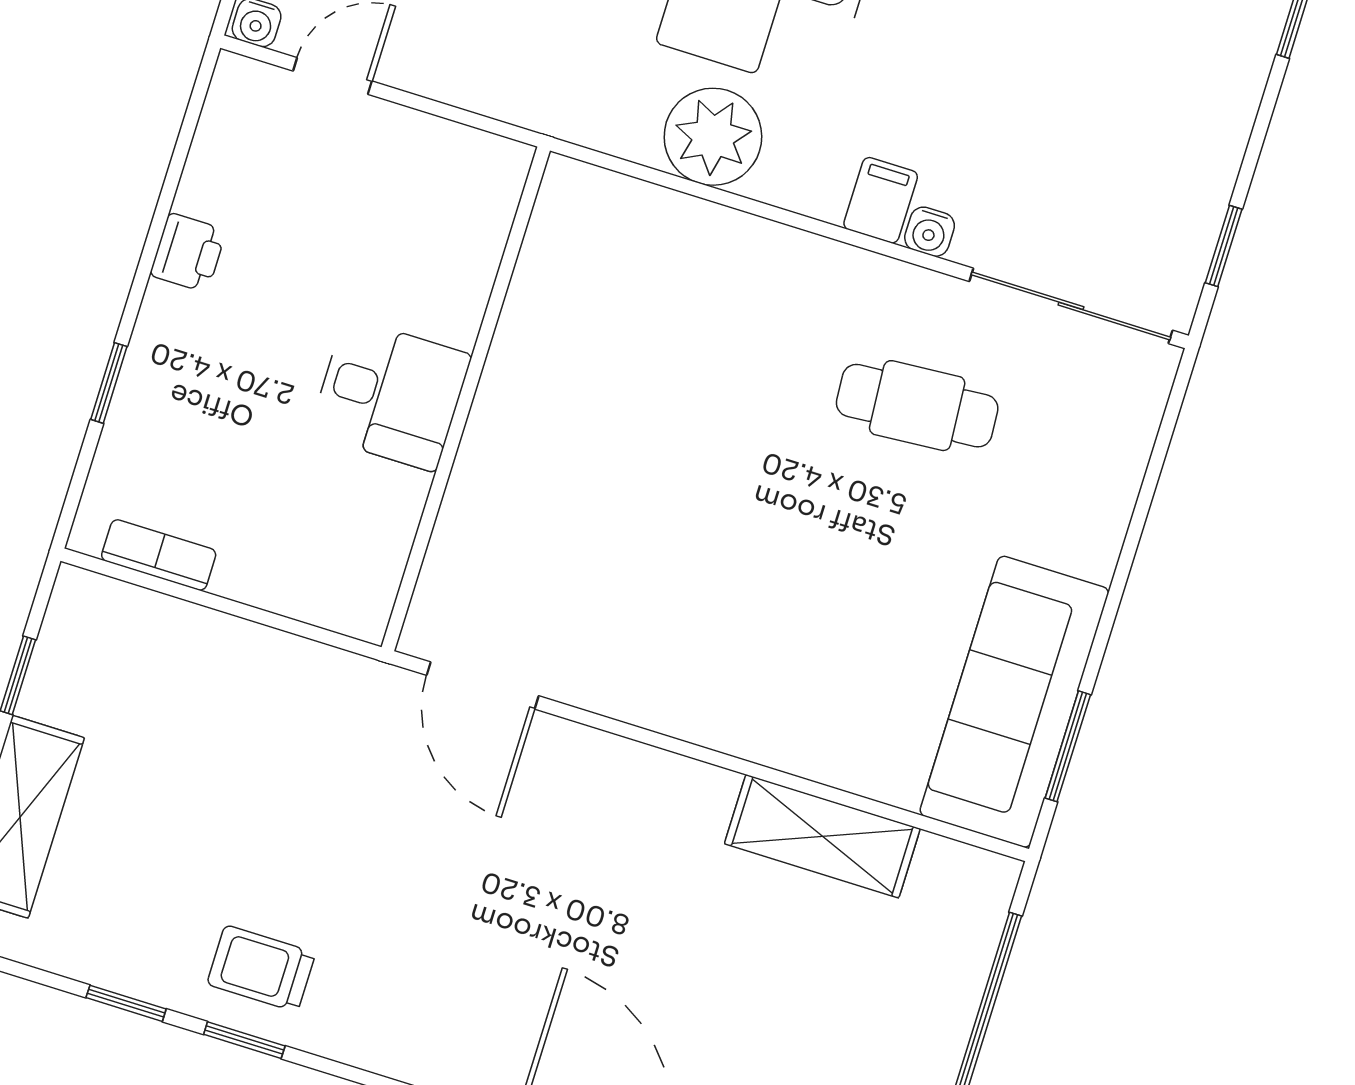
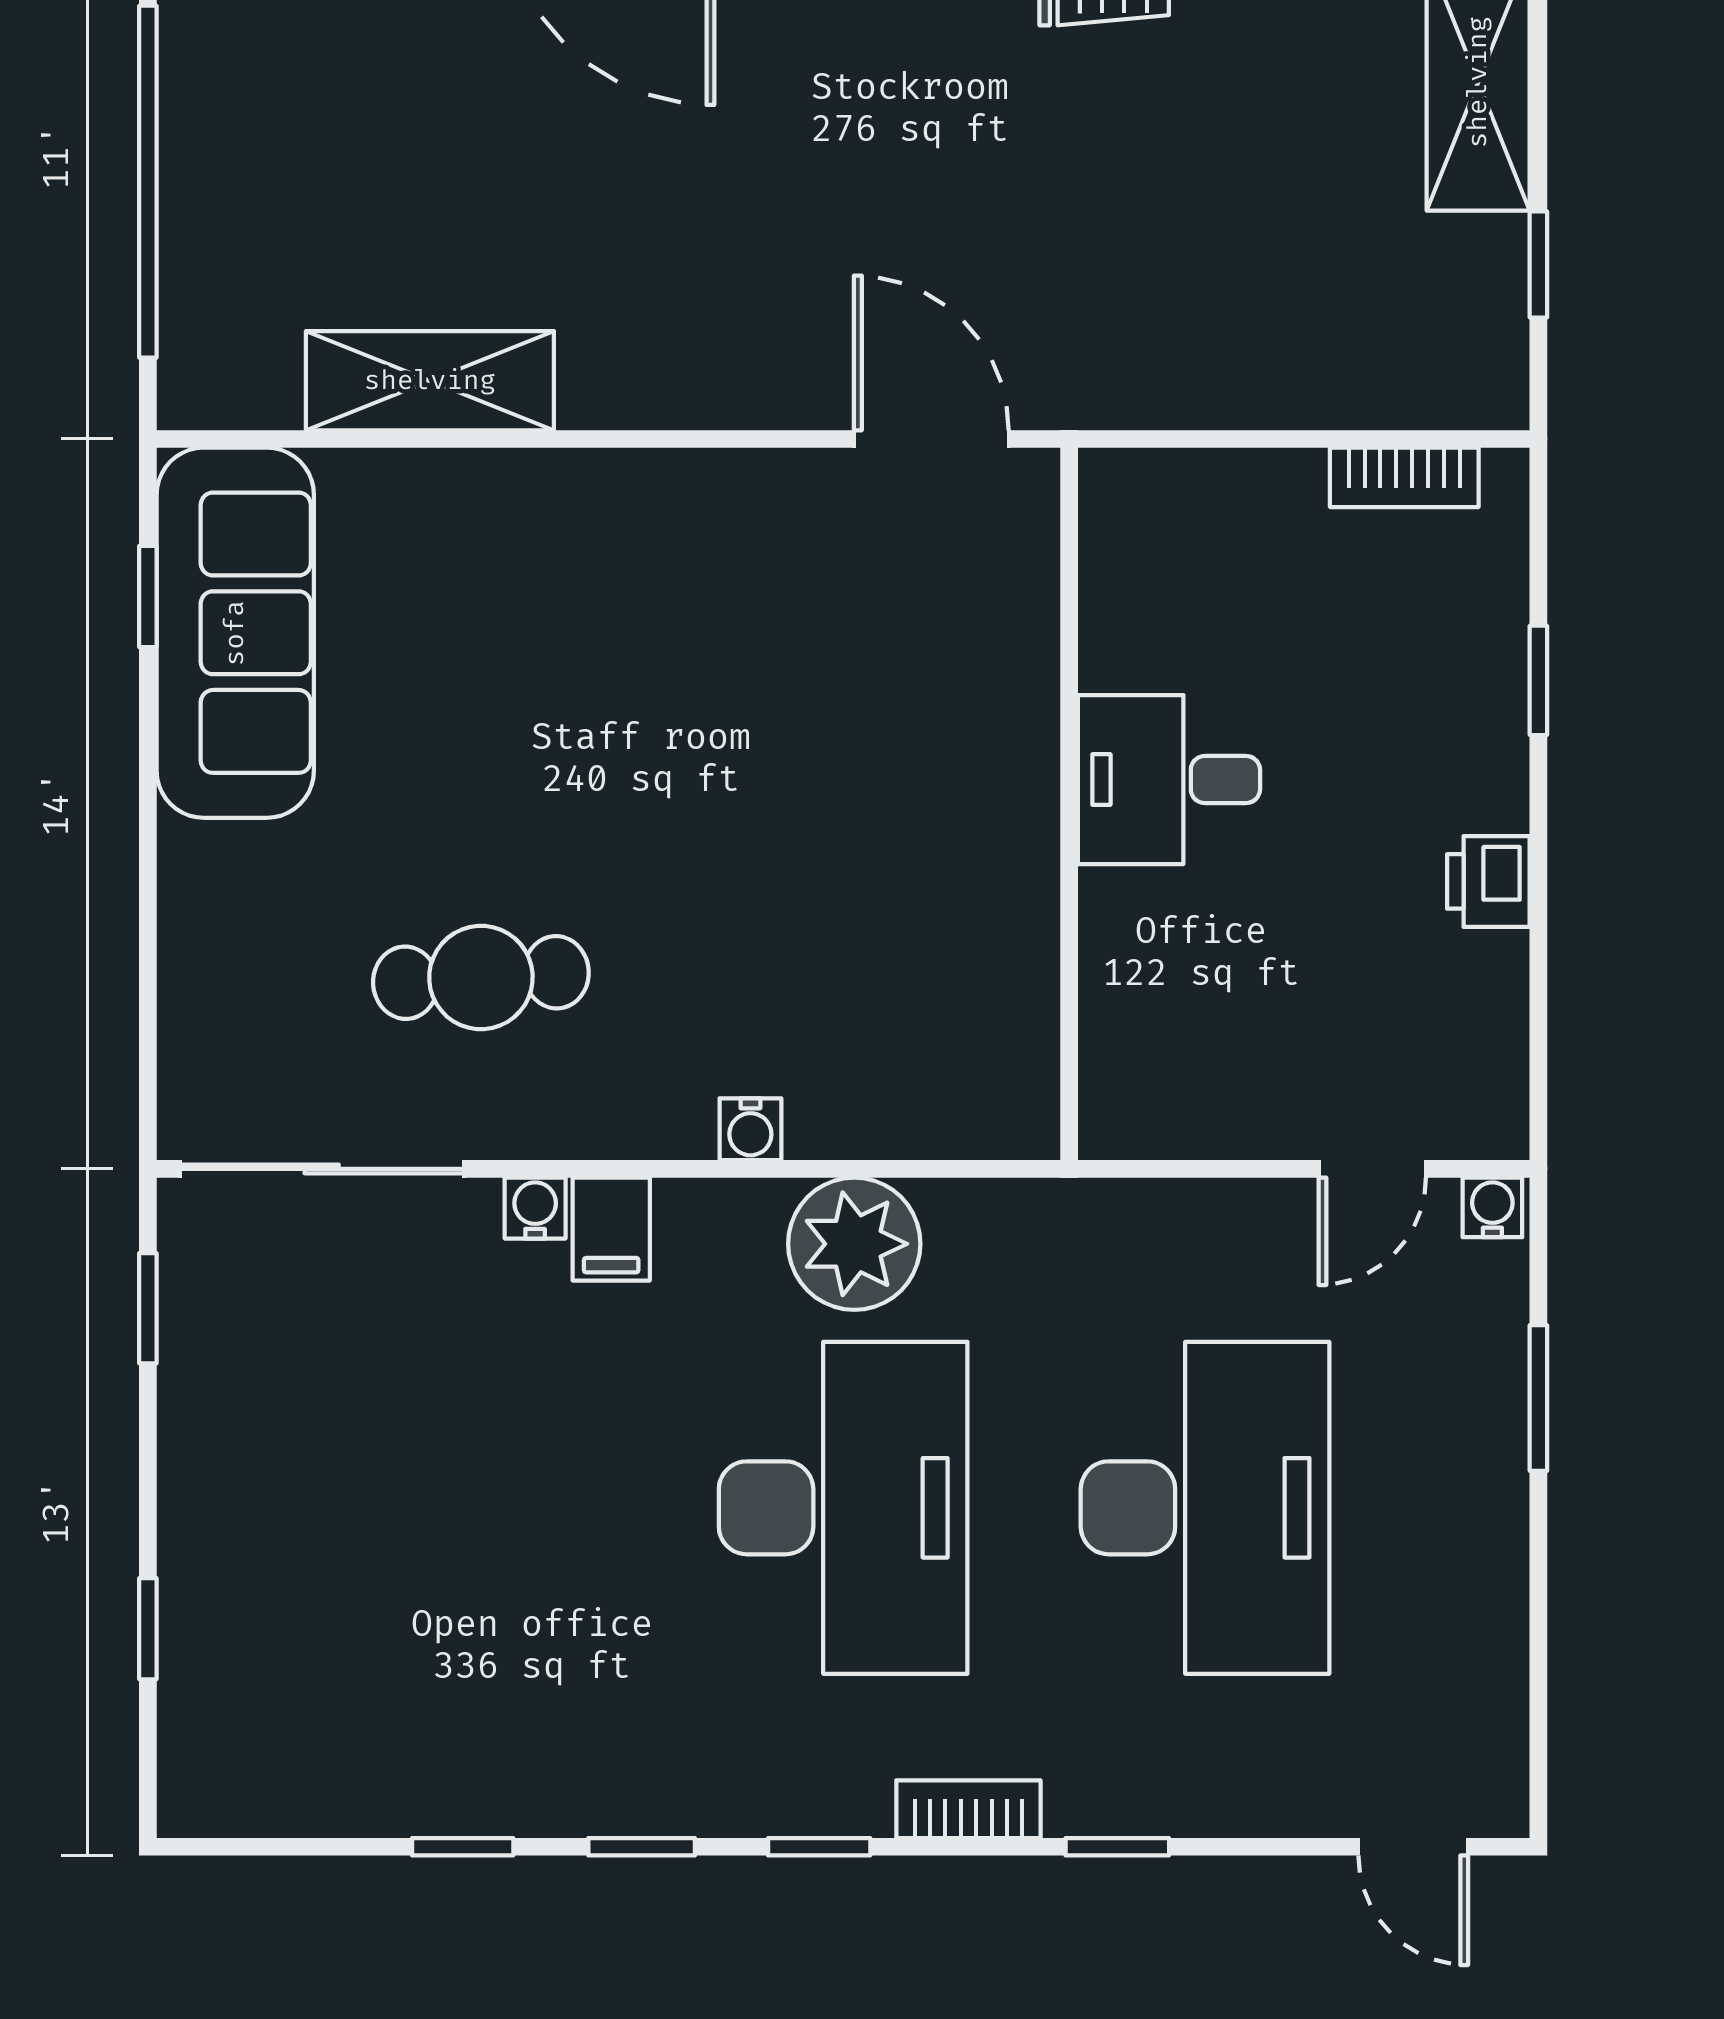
water cooler: (761, 240) -> (750, 1129), added
window: (1068, 746) -> (148, 597), width x0.67

